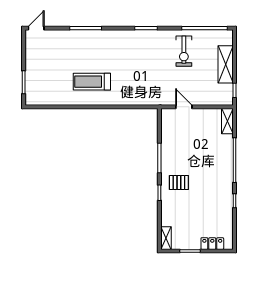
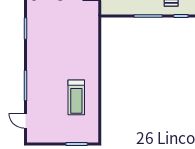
door: (36, 28) -> (26, 121), moved
treadmill: (92, 82) -> (76, 97), moved

